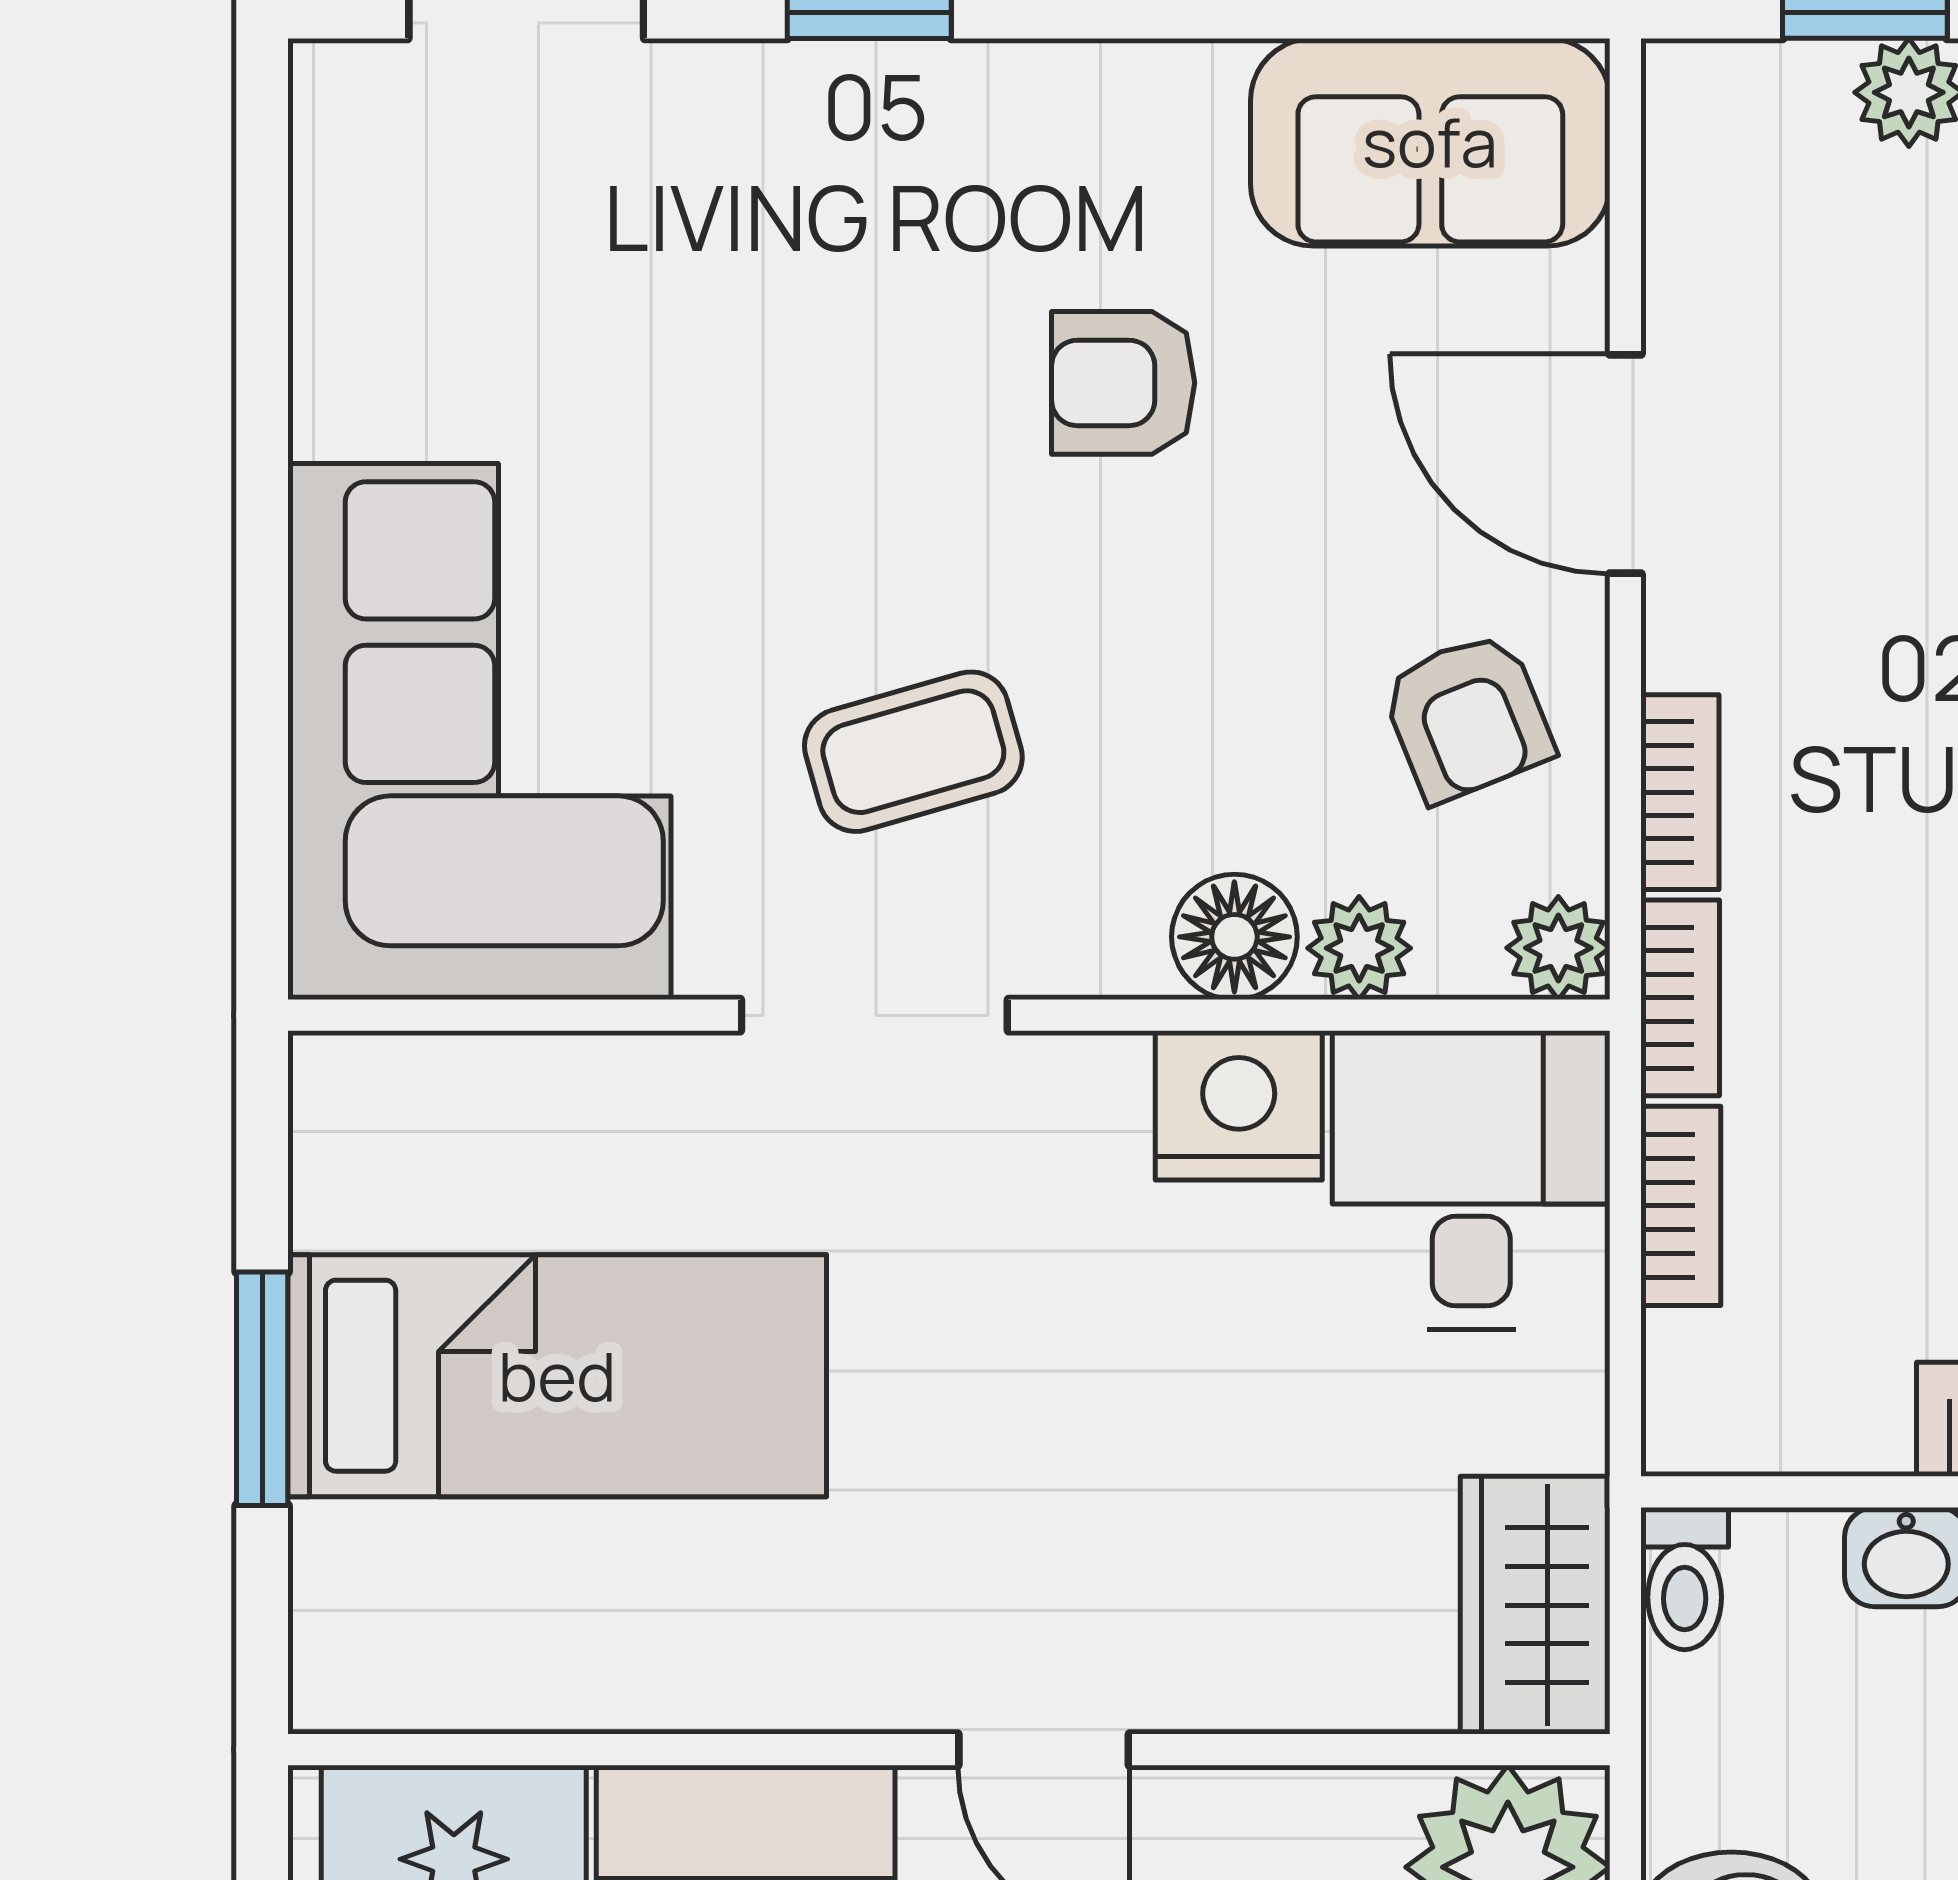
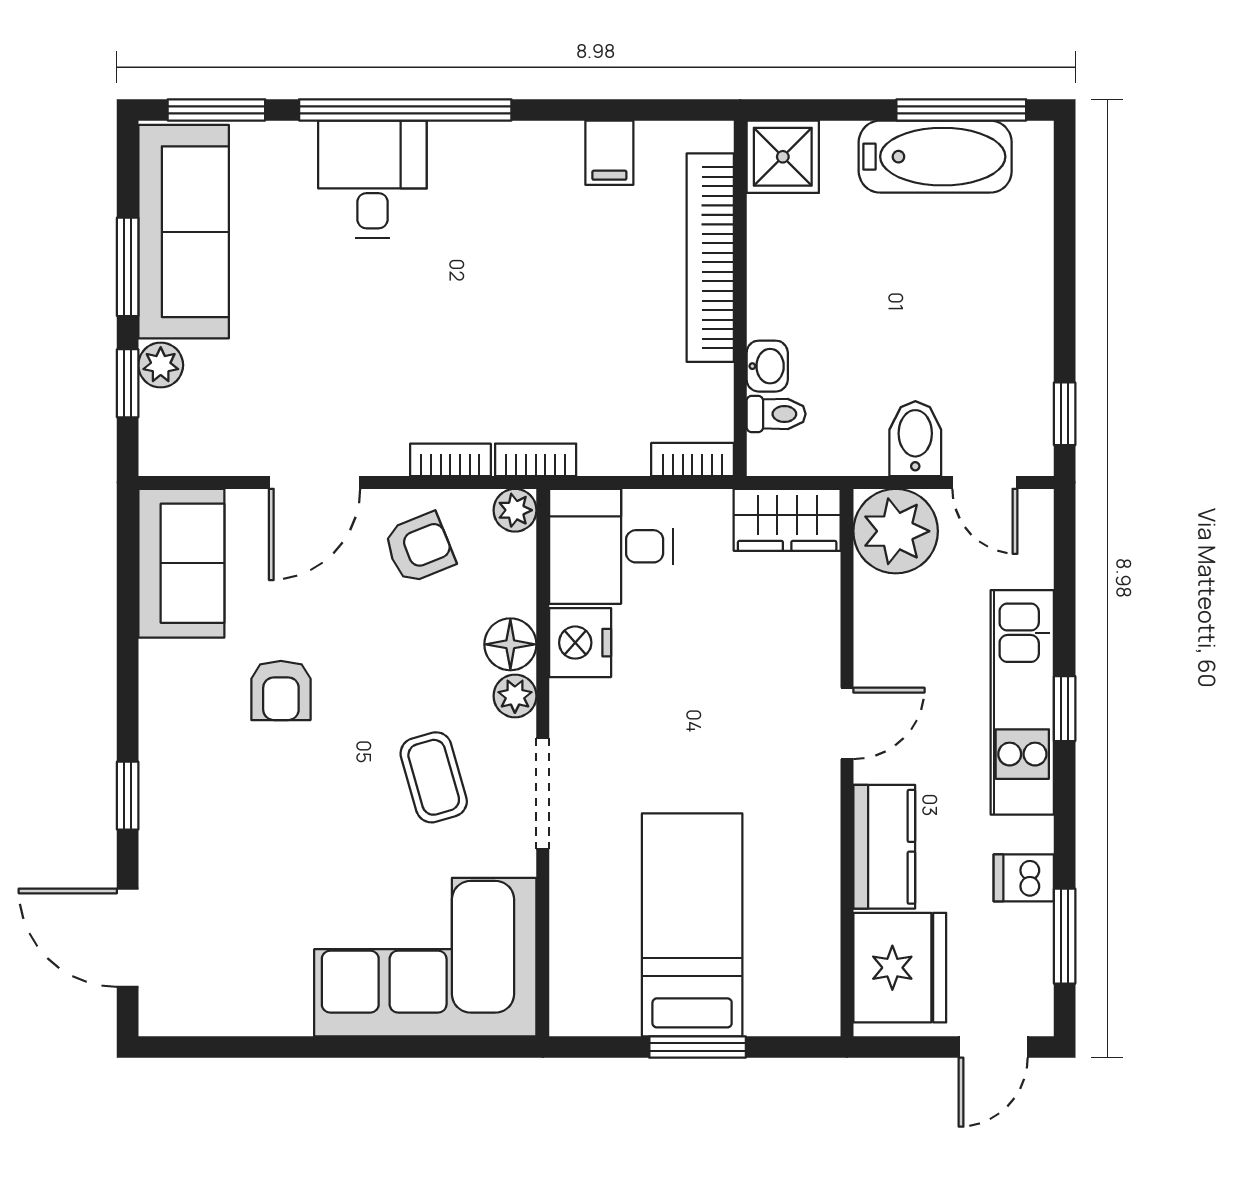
plant: (1359, 948) -> (515, 696), moved
bookcase: (1681, 1206) -> (692, 459), moved
toilet: (1685, 1579) -> (776, 414), moved

